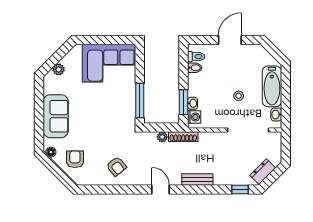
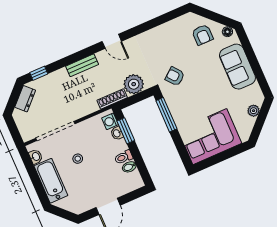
toilet: (196, 57) -> (124, 157), moved
plant: (162, 137) -> (134, 84), width x1.88, depth x1.88
armchair: (116, 166) -> (175, 76), moved

